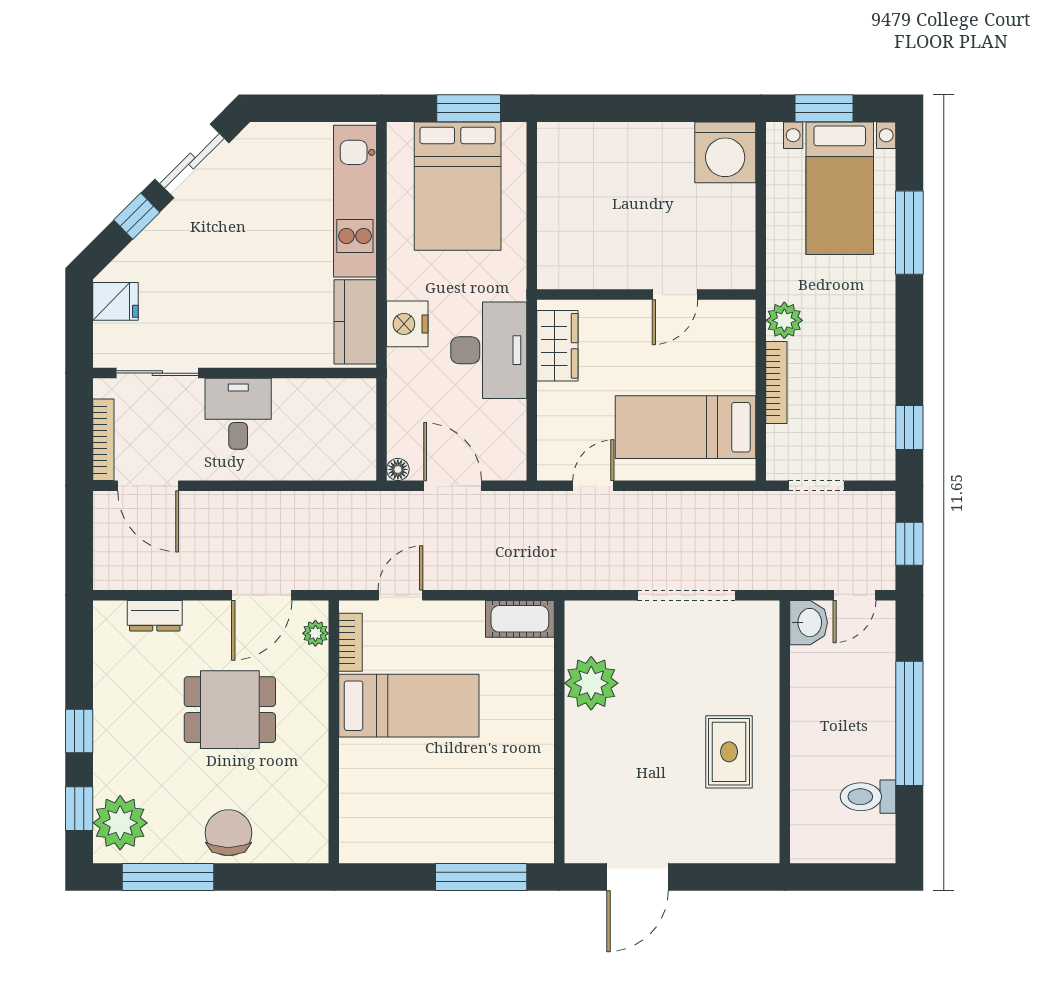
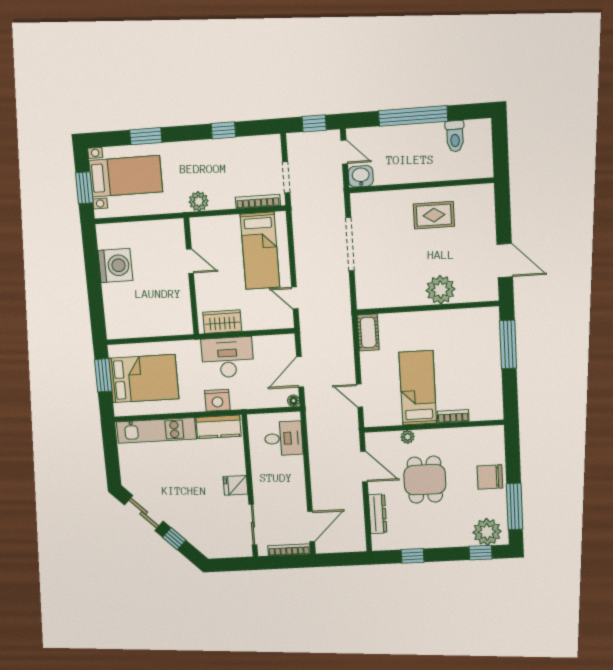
washing machine: (725, 152) -> (115, 265), moved
window: (909, 233) -> (146, 136), width x0.69
fridge: (115, 301) -> (236, 485), moved, turned -90
bookcase: (776, 383) -> (258, 201), moved
desk: (238, 414) -> (284, 438), moved, turned 180
window: (909, 427) -> (223, 130), moved
dresser: (155, 616) -> (378, 514), width x1.44
plant: (315, 633) -> (408, 437), moved
bookcase: (350, 642) -> (453, 416), moved
plant: (591, 683) -> (440, 290), moved
window: (79, 731) -> (413, 556), moved

